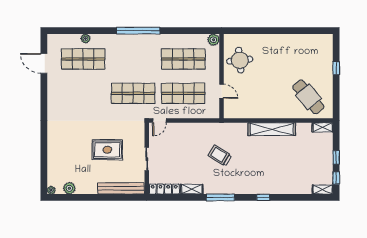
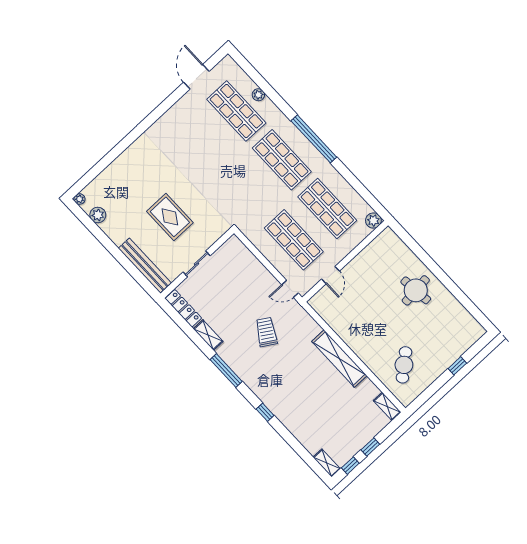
round table: (240, 60) -> (416, 290), moved
shop shelf: (133, 93) -> (282, 160), moved
cafe table: (308, 97) -> (404, 365), width x0.73, depth x0.74
door: (159, 121) -> (290, 289), moved

